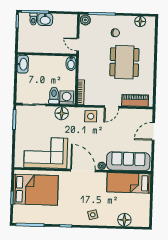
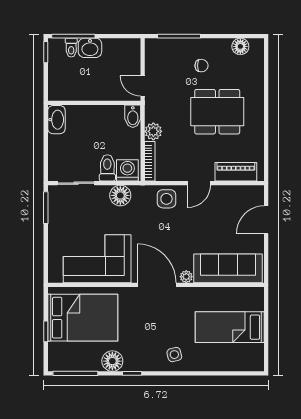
plant: (85, 20) -> (153, 131), moved
dining table: (124, 62) -> (217, 112), turned 90
bed: (129, 183) -> (230, 327), moved
floor lamp: (124, 220) -> (112, 361), moved

